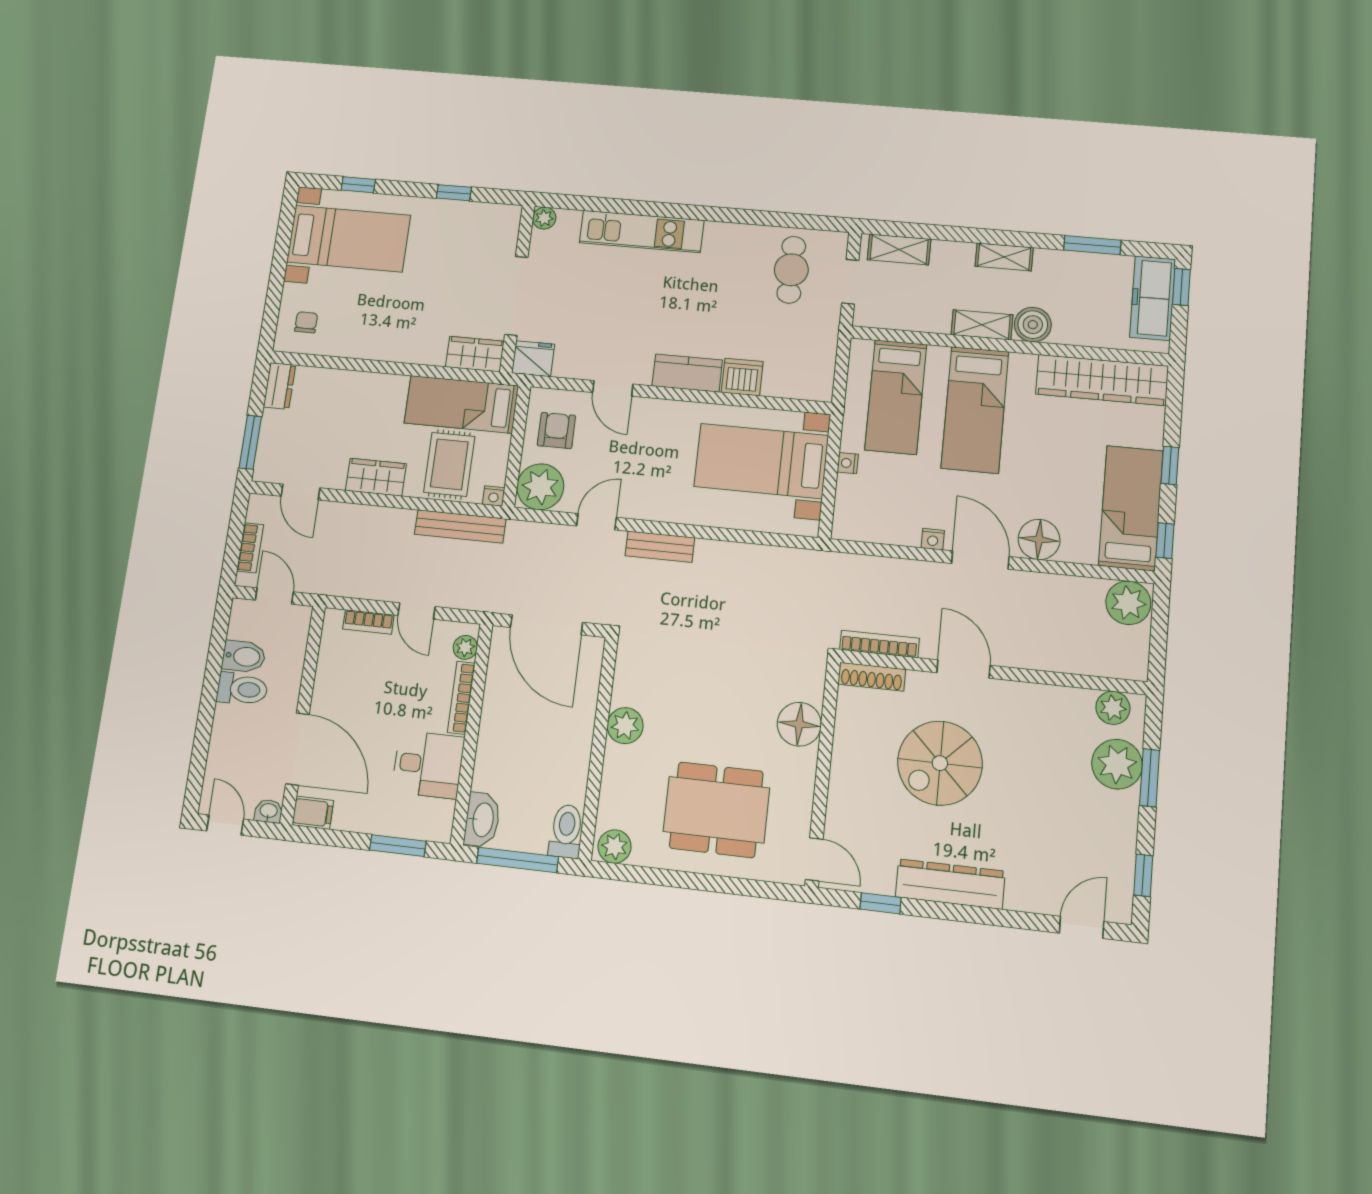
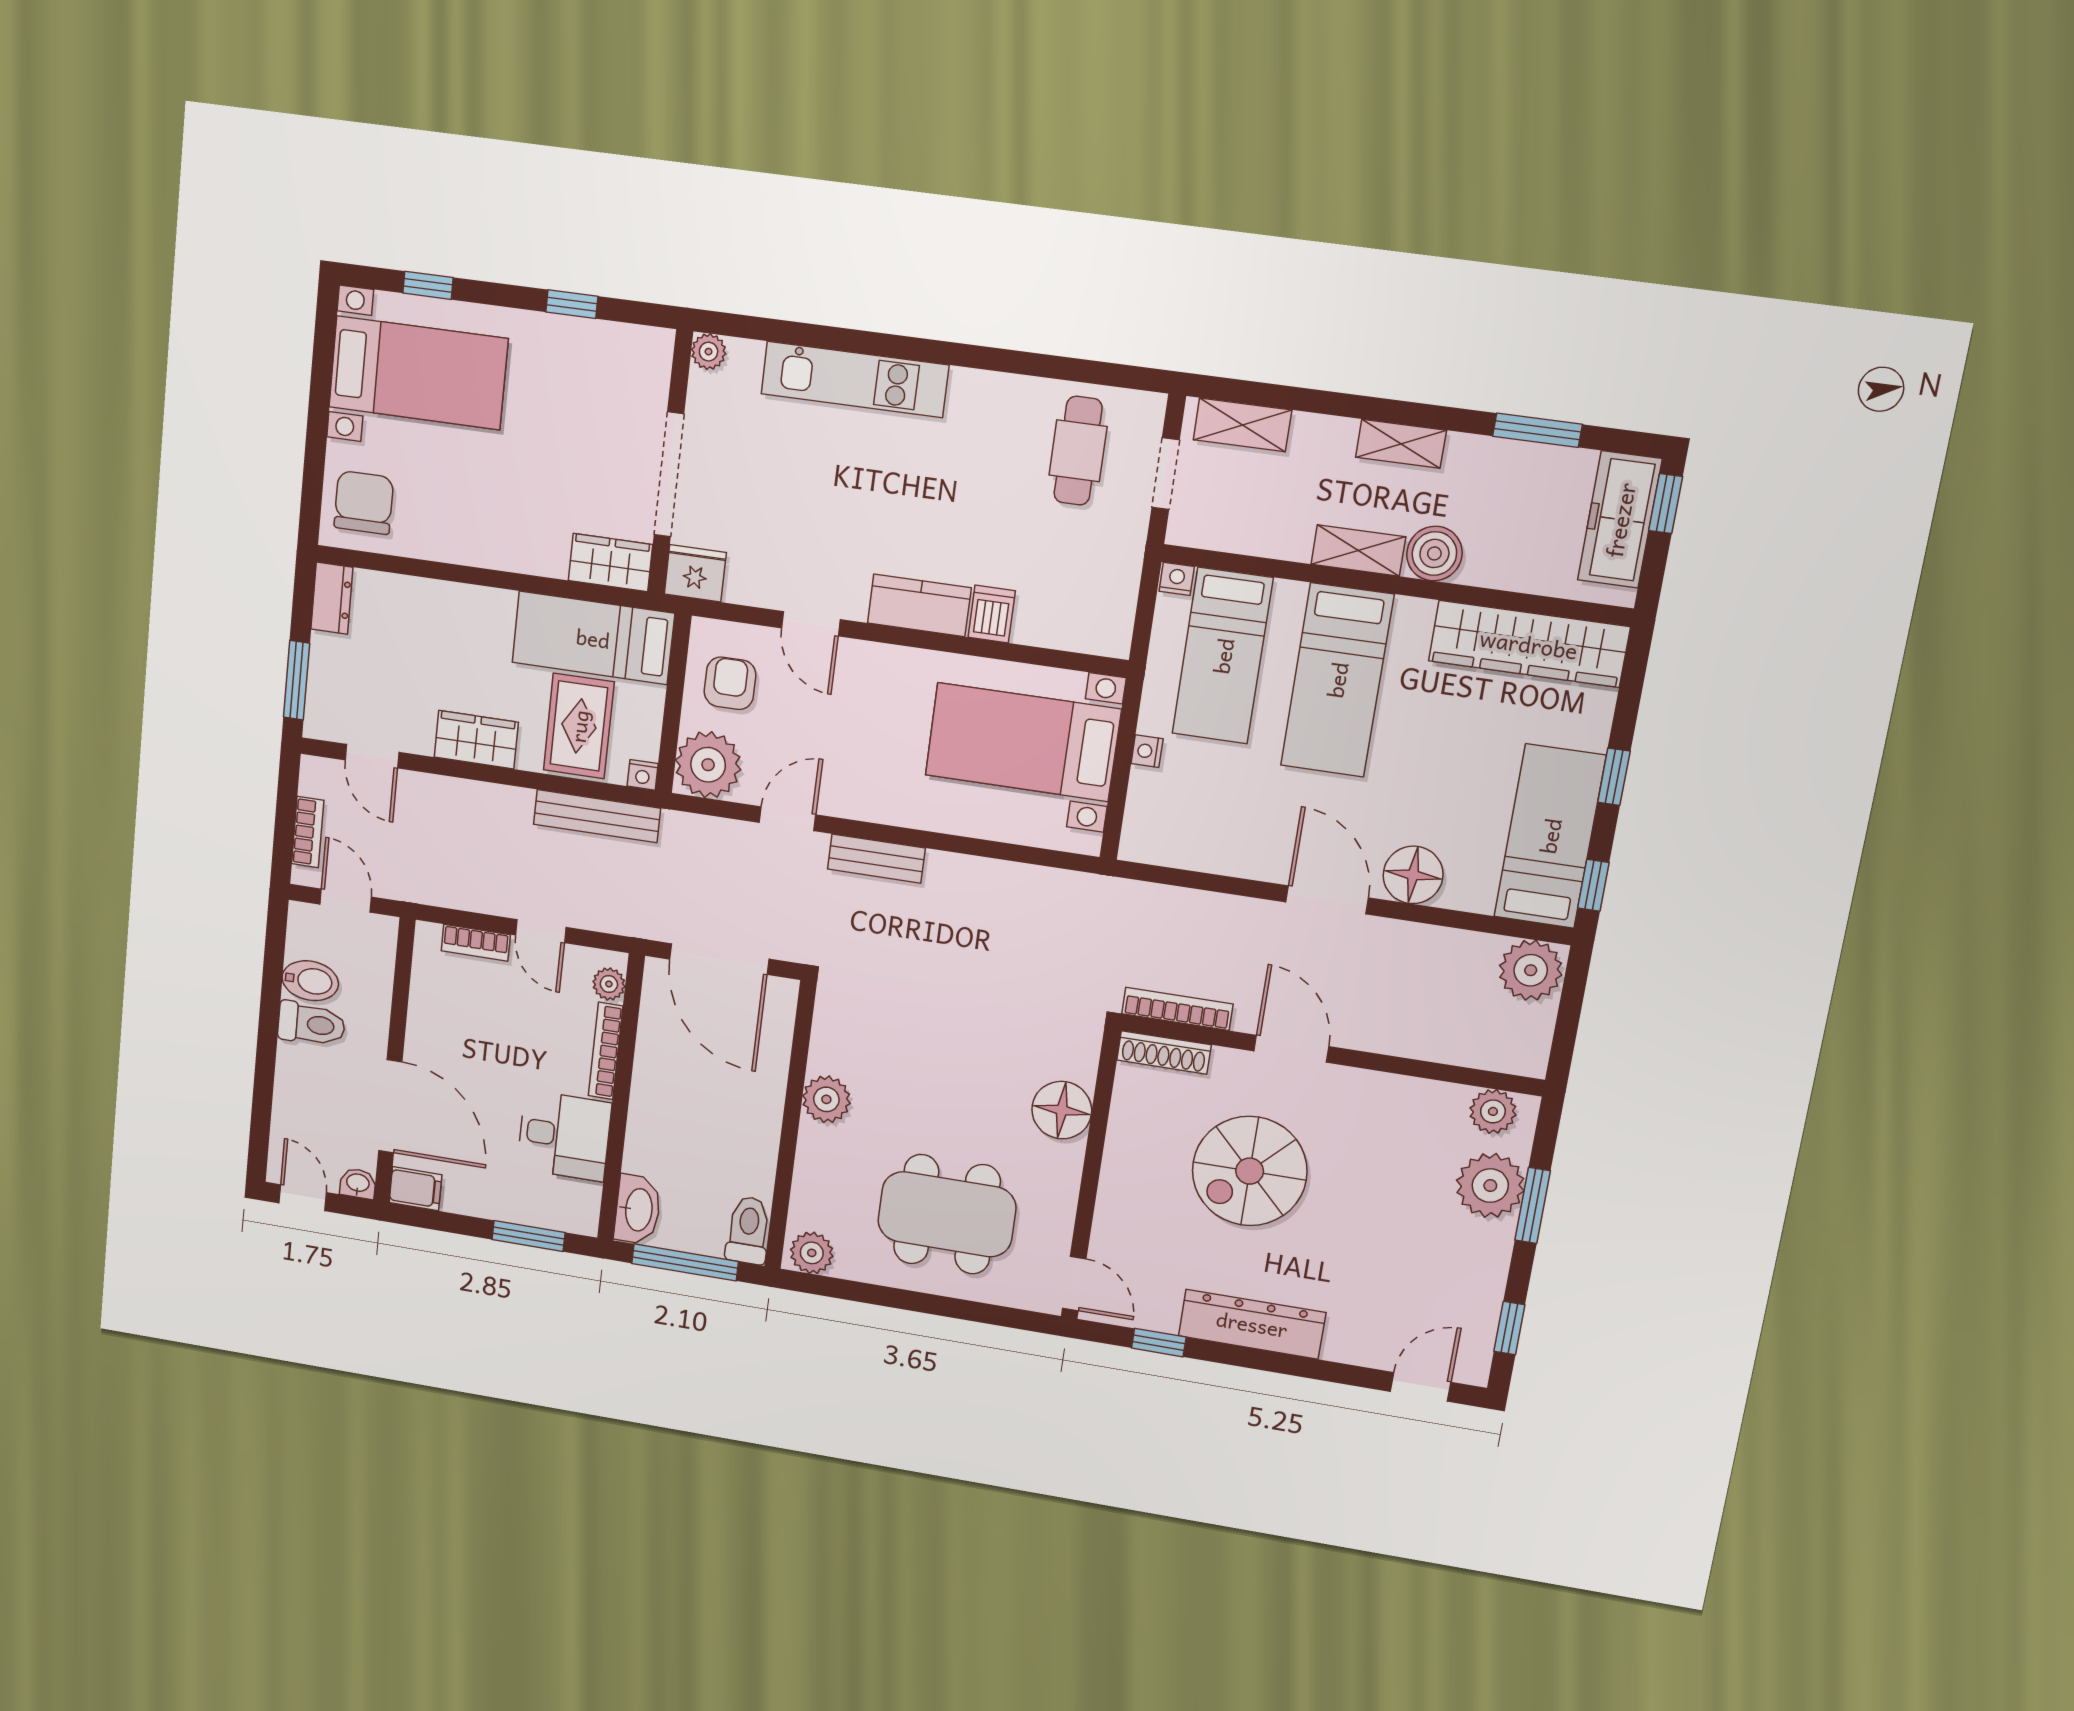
chair: (306, 322) -> (364, 503), width x1.87, depth x1.87
dishwasher: (742, 377) -> (992, 614), width x0.73
nightstand: (933, 539) -> (1177, 579), moved, turned 180

